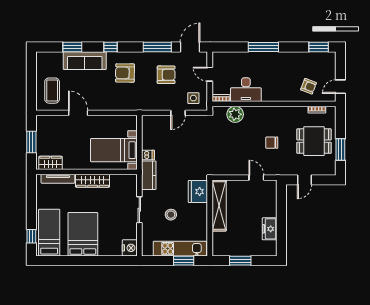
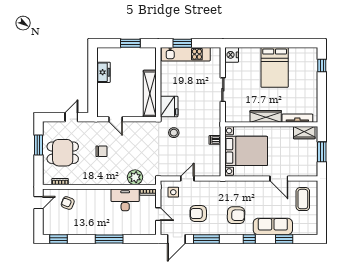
bed with nightstands: (114, 150) -> (246, 151), width x1.36
kitchen counter: (149, 175) -> (214, 121), removed
stool: (171, 215) -> (174, 133), moved
bed: (49, 233) -> (306, 69), removed

